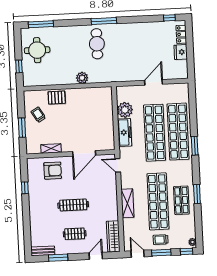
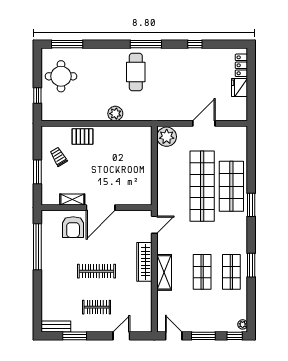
window: (169, 18) -> (195, 44), moved
plant: (125, 110) -> (167, 137), moved
freezer: (125, 132) -> (165, 184), removed
shop shelf: (178, 132) -> (231, 186), width x0.71
door: (84, 153) -> (101, 208), moved
door: (118, 165) -> (154, 225), swing flipped
armchair: (53, 171) -> (73, 227), turned 90
window: (25, 188) -> (37, 247), width x3.17
shop shelf: (158, 201) -> (202, 272), width x0.50, depth x0.74
wardrobe: (113, 236) -> (144, 262), moved
trolley: (161, 240) -> (203, 320), removed

